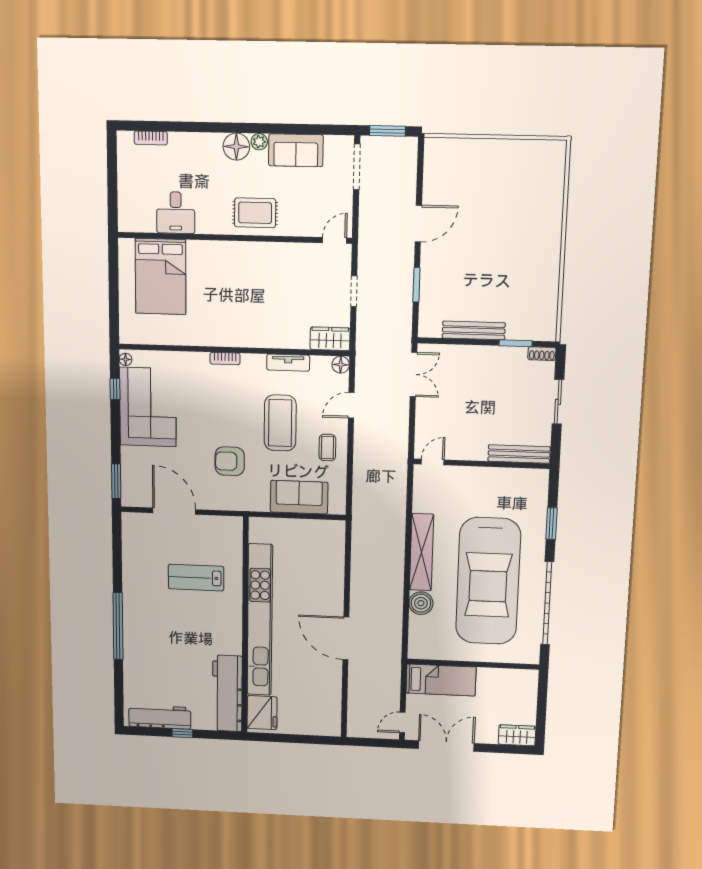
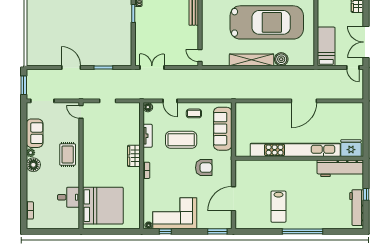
bed: (161, 277) -> (103, 206), width x1.36
bench: (474, 330) -> (127, 36), removed
wardrobe: (330, 339) -> (134, 156), moved
armchair: (230, 461) -> (204, 168), turned -90
sofa: (299, 497) -> (223, 129), width x1.36
lab bench: (196, 578) -> (278, 207), moved

